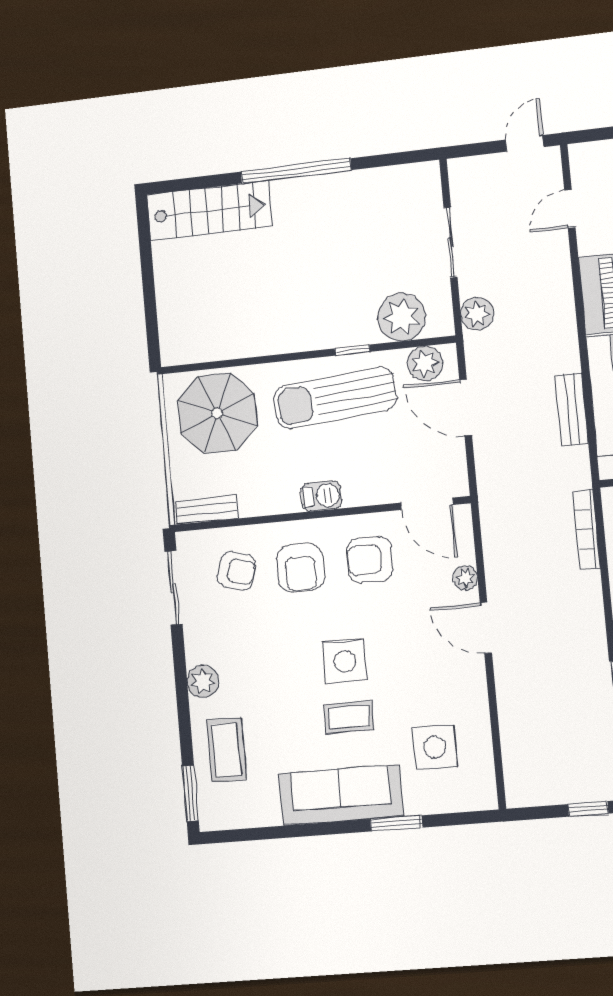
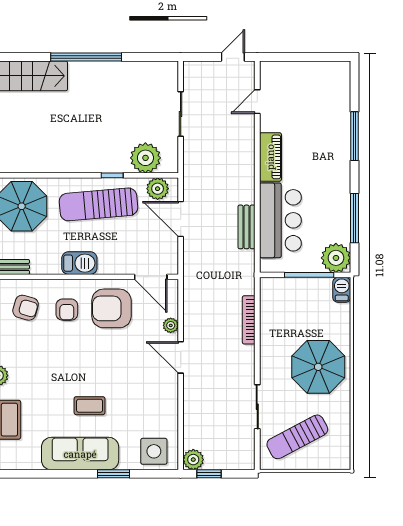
plant: (477, 314) -> (193, 460), moved
barbecue: (321, 496) -> (79, 263), width x1.38, depth x1.27
bookcase: (587, 529) -> (249, 320), moved
armchair: (370, 560) -> (111, 308), width x1.36, depth x1.36
armchair: (300, 568) -> (67, 310), width x0.72, depth x0.72
side table: (345, 661) -> (90, 371), removed
side table: (435, 747) -> (154, 451), moved
window: (588, 809) -> (209, 474), moved

